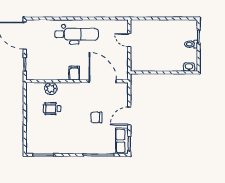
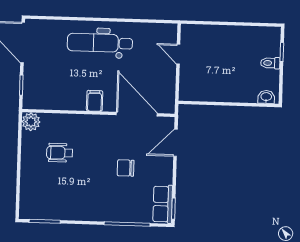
dental chair: (77, 34) -> (100, 43), turned 180
plant: (51, 88) -> (31, 122), moved
door: (129, 116) -> (176, 143), moved

